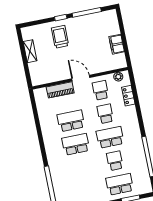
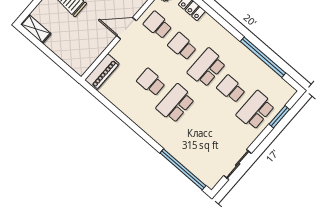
shelving: (30, 51) -> (36, 29), moved
piano: (60, 90) -> (102, 72), moved
school desk: (71, 121) -> (151, 82), width x0.54

